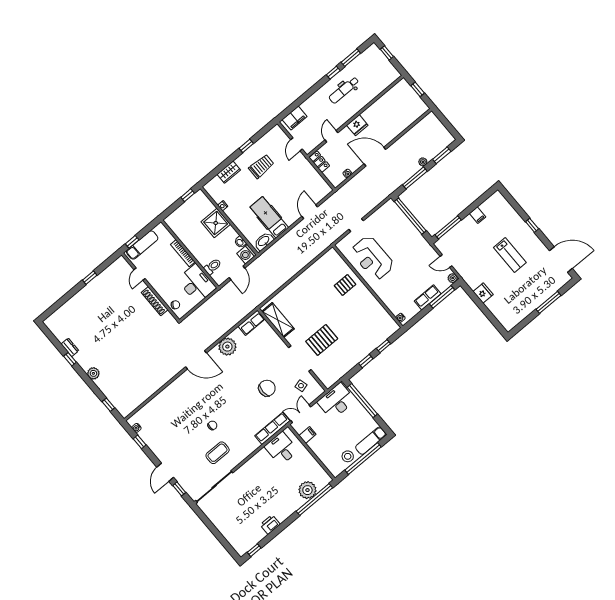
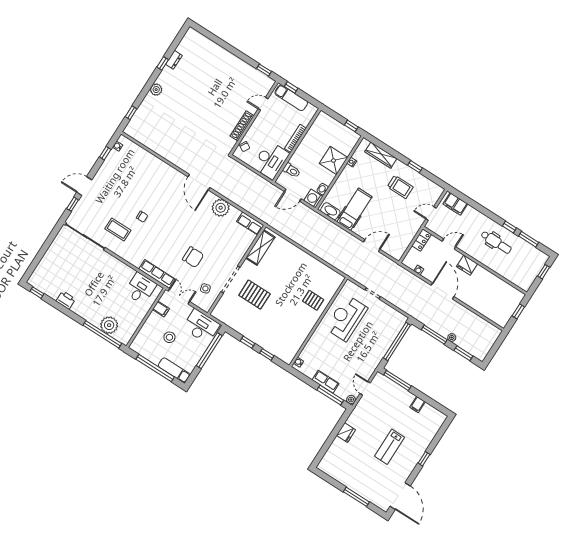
dental chair: (344, 90) -> (496, 242), turned 180
wardrobe: (229, 172) -> (381, 155), width x1.50
window: (90, 278) -> (264, 70), moved
stool: (348, 456) -> (169, 337), moved

